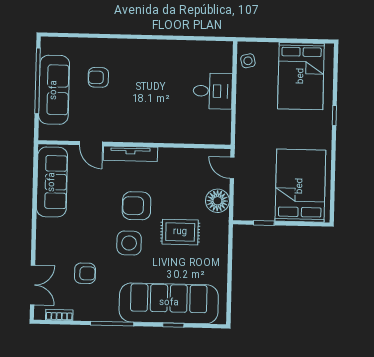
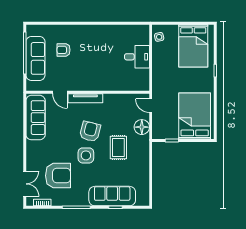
armchair: (137, 206) -> (90, 131), turned 104
rug: (180, 232) -> (118, 148), turned 90
armchair: (85, 273) -> (58, 176), width x1.88, depth x1.88
sofa: (169, 303) -> (112, 196), width x0.74, depth x0.79

